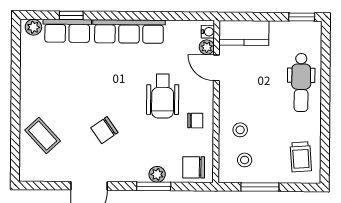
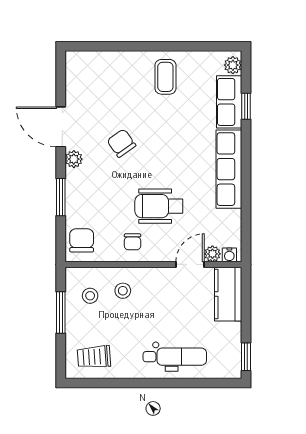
dental chair: (301, 82) -> (175, 357), turned 180
coffee table: (43, 136) -> (165, 77), moved, turned -47
plant: (157, 174) -> (74, 159), moved

